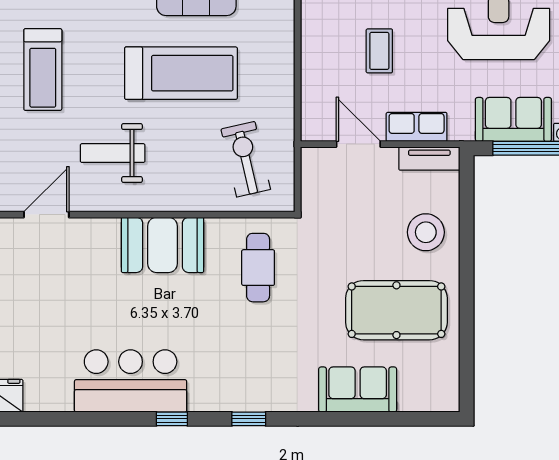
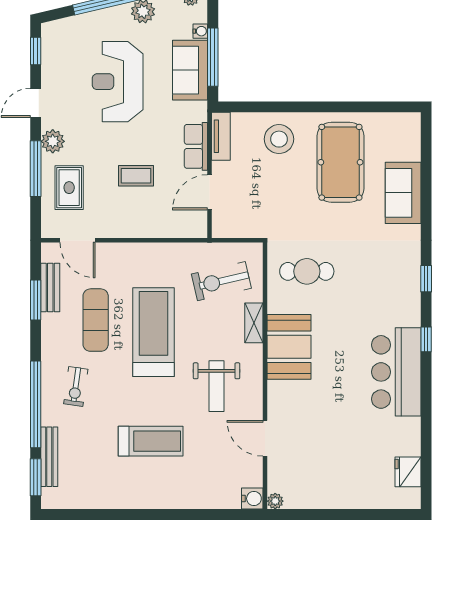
shelving: (193, 200) -> (254, 323), added

